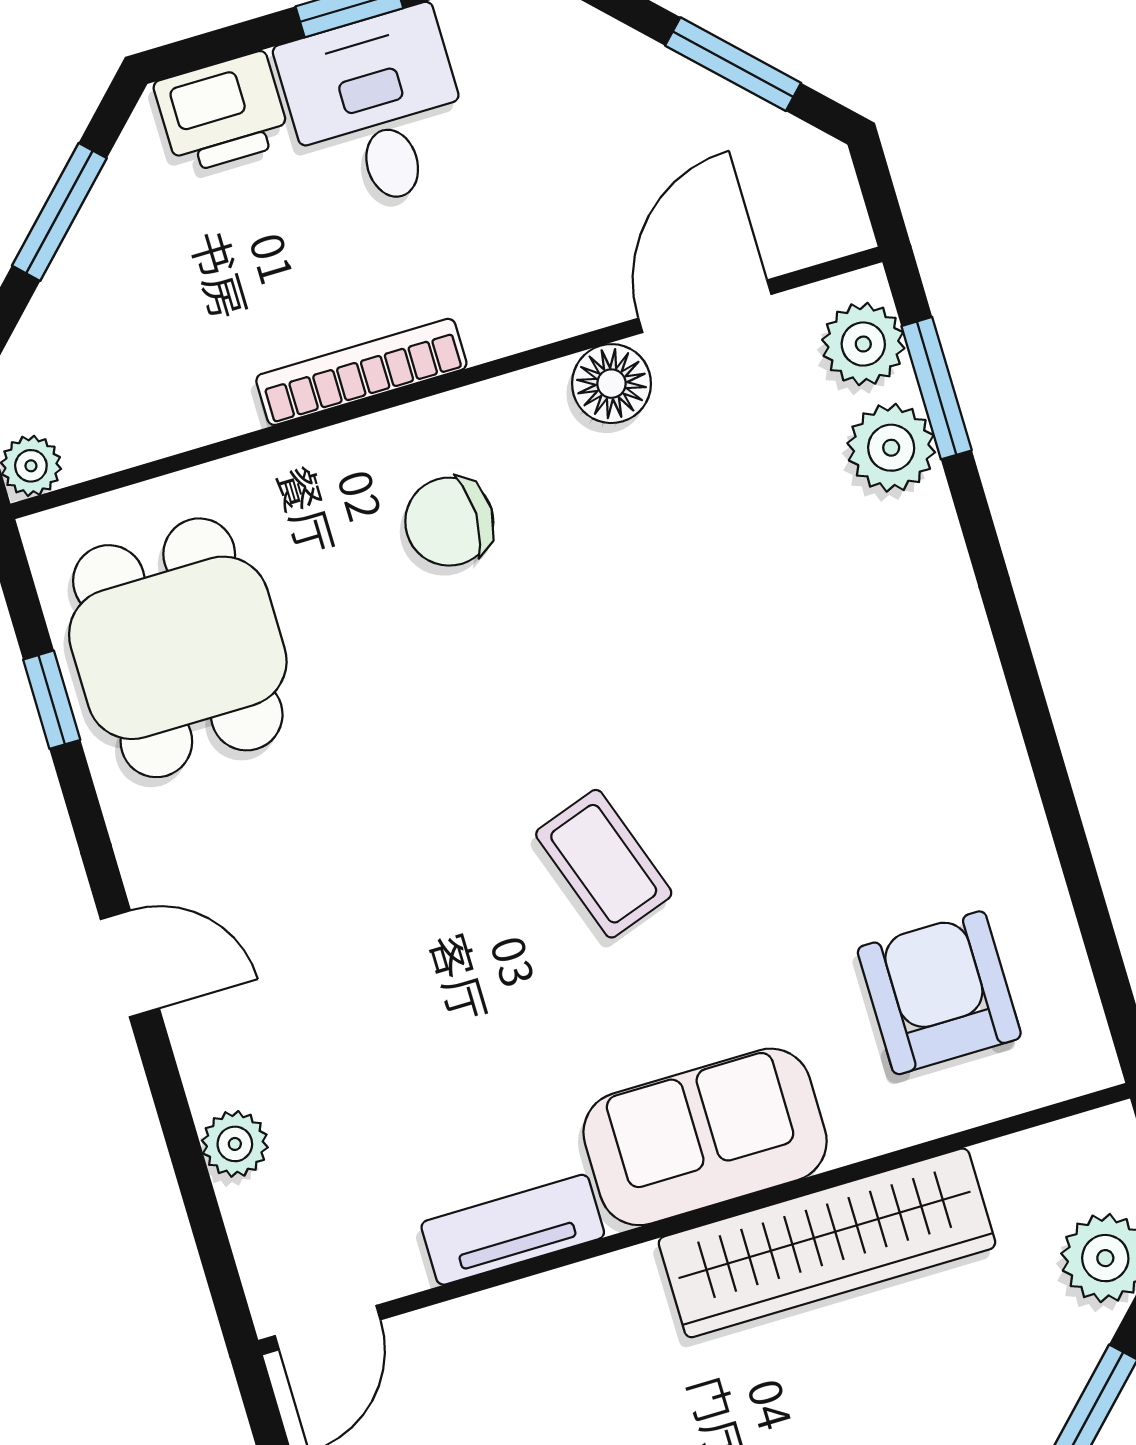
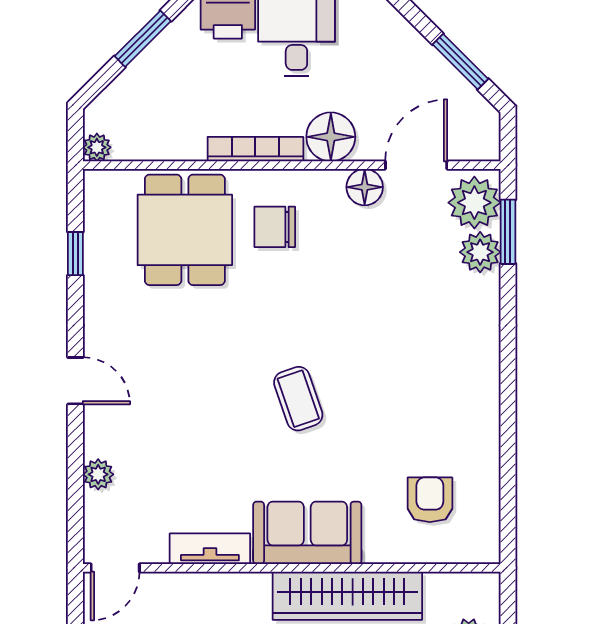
floor lamp: (510, 300) -> (331, 137), added
plant: (863, 344) -> (474, 203), width x1.36, depth x1.36
dining table: (178, 648) -> (185, 230), moved
armchair: (939, 993) -> (430, 500), width x0.72, depth x0.72

